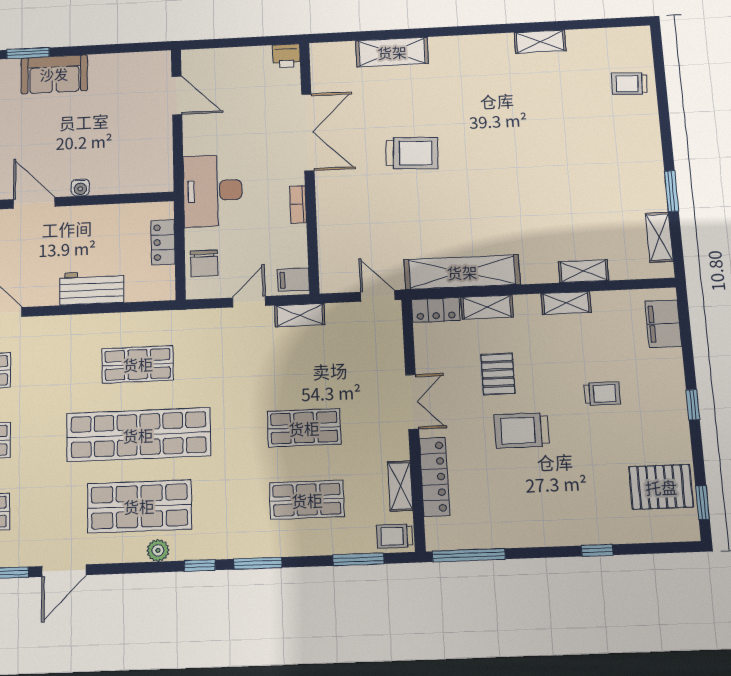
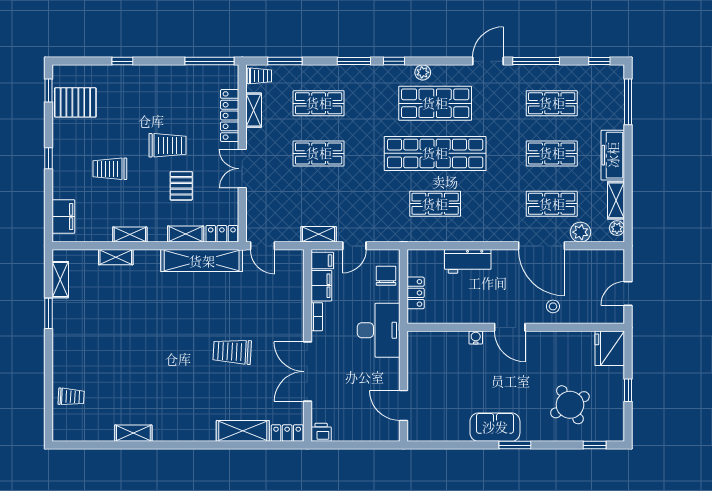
locker: (332, 53) -> (287, 433), added
filing cabinet: (293, 246) -> (321, 286), added
trolley: (602, 394) -> (110, 169), width x1.36, depth x1.39

